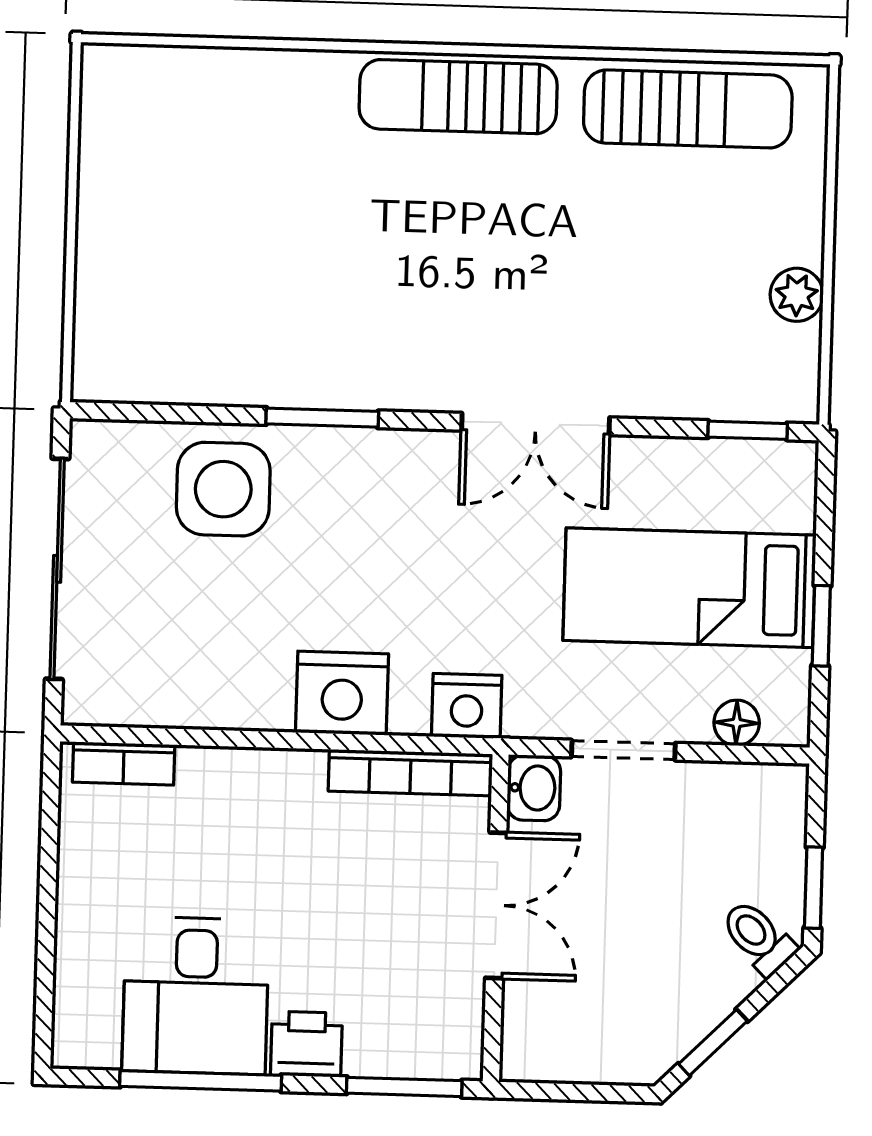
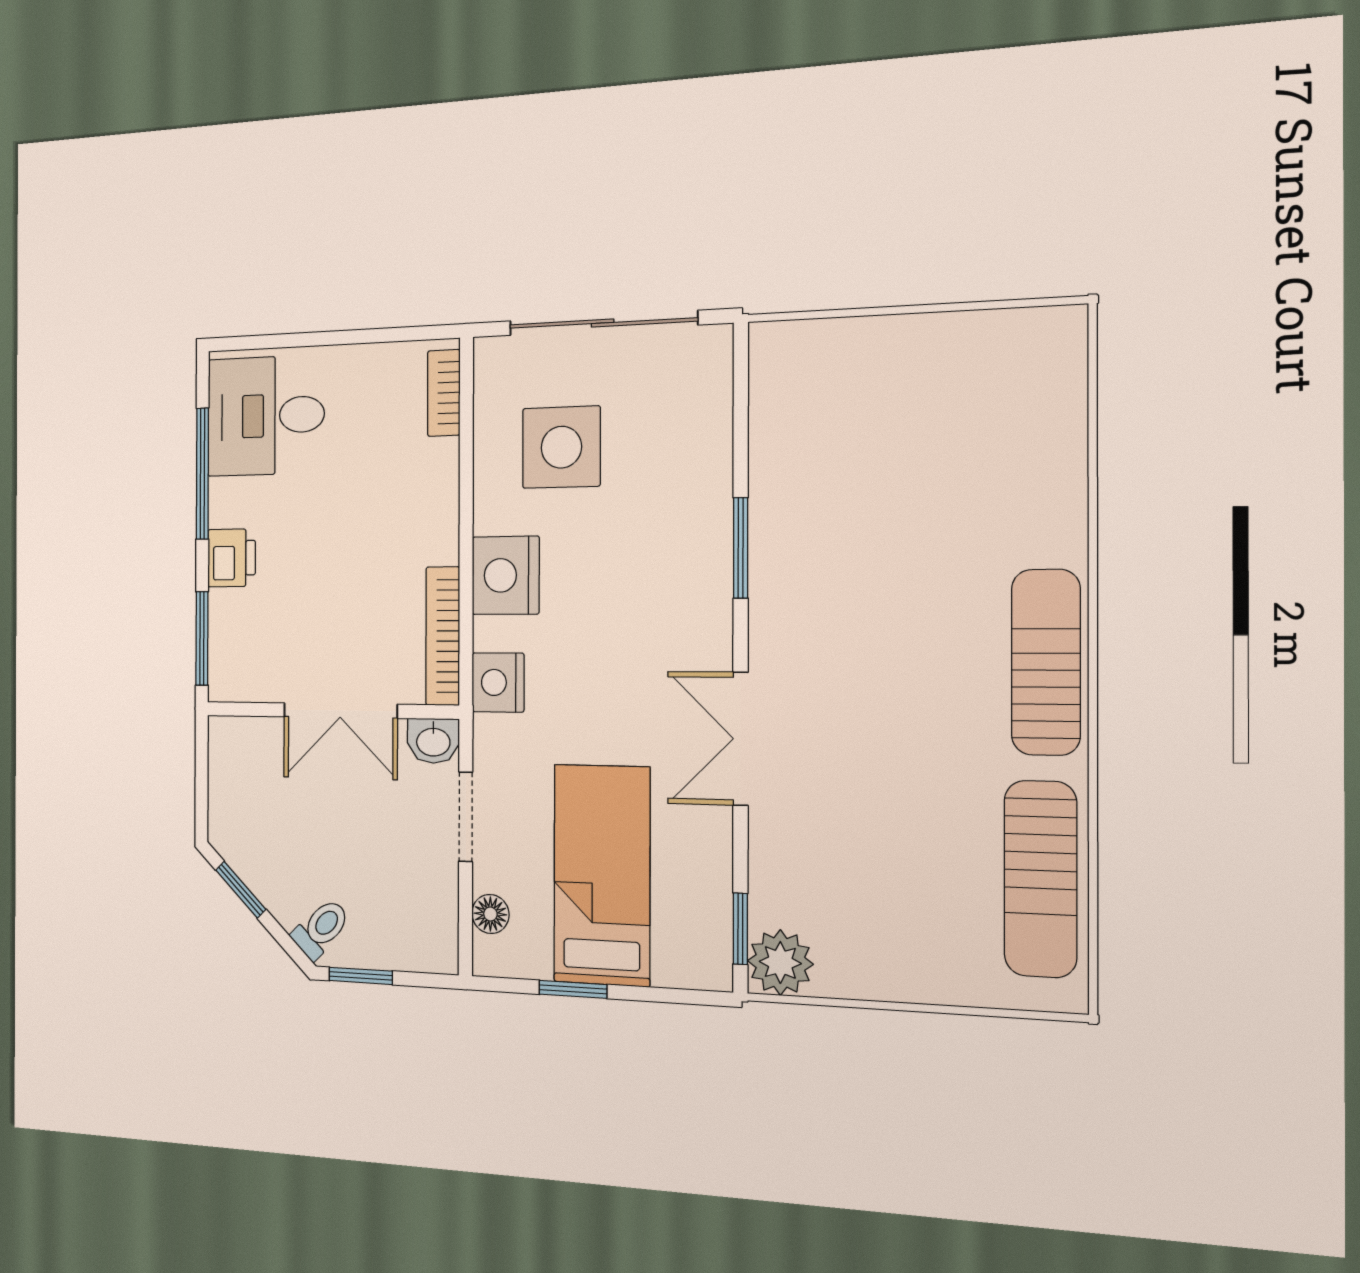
plant: (797, 295) -> (780, 962), moved, width x1.38, depth x1.38
side table: (223, 489) -> (561, 447), moved
desk: (196, 995) -> (266, 416), moved

